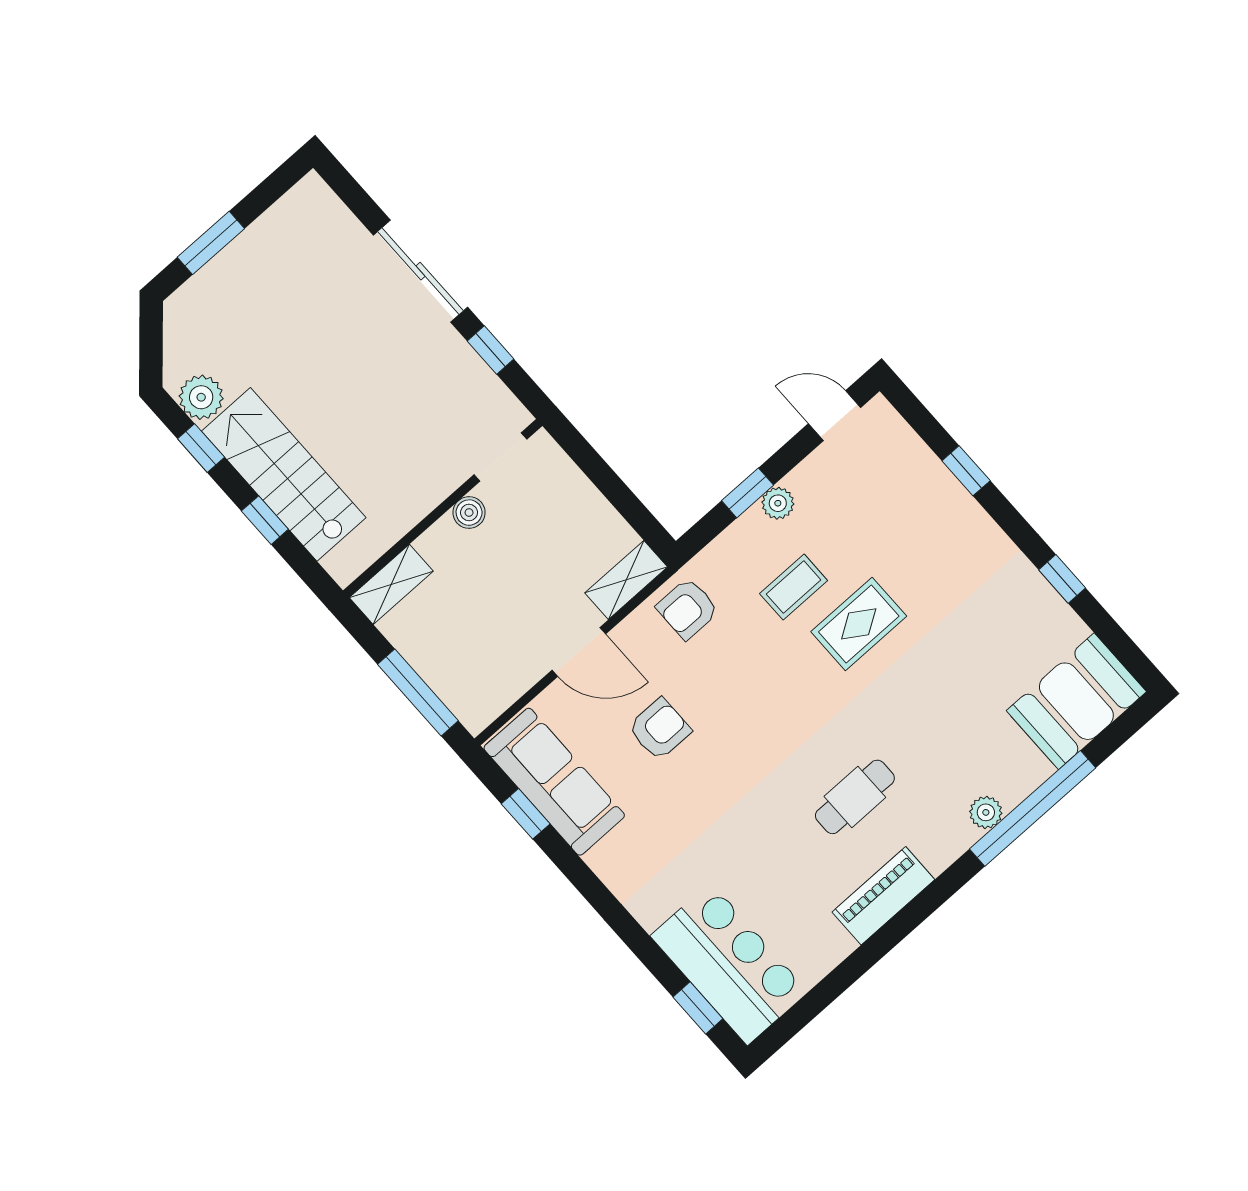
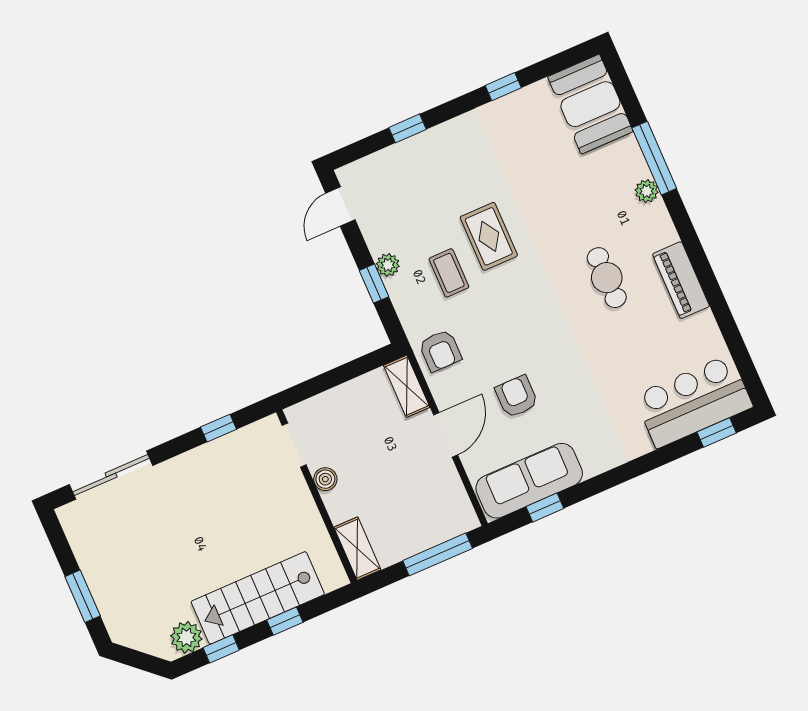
sliding door: (420, 271) -> (111, 475), moved
window: (1033, 808) -> (654, 158), width x0.68

